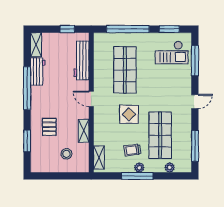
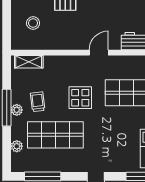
shelving: (84, 131) -> (61, 44), removed

